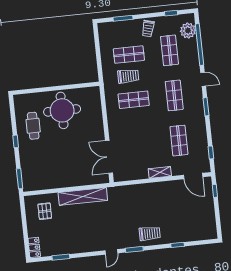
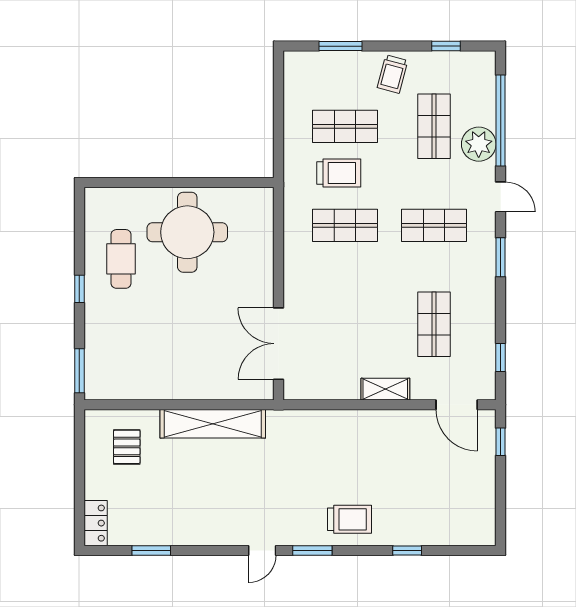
plant: (188, 31) -> (479, 144), moved
shop shelf: (174, 95) -> (434, 225), turned 90

